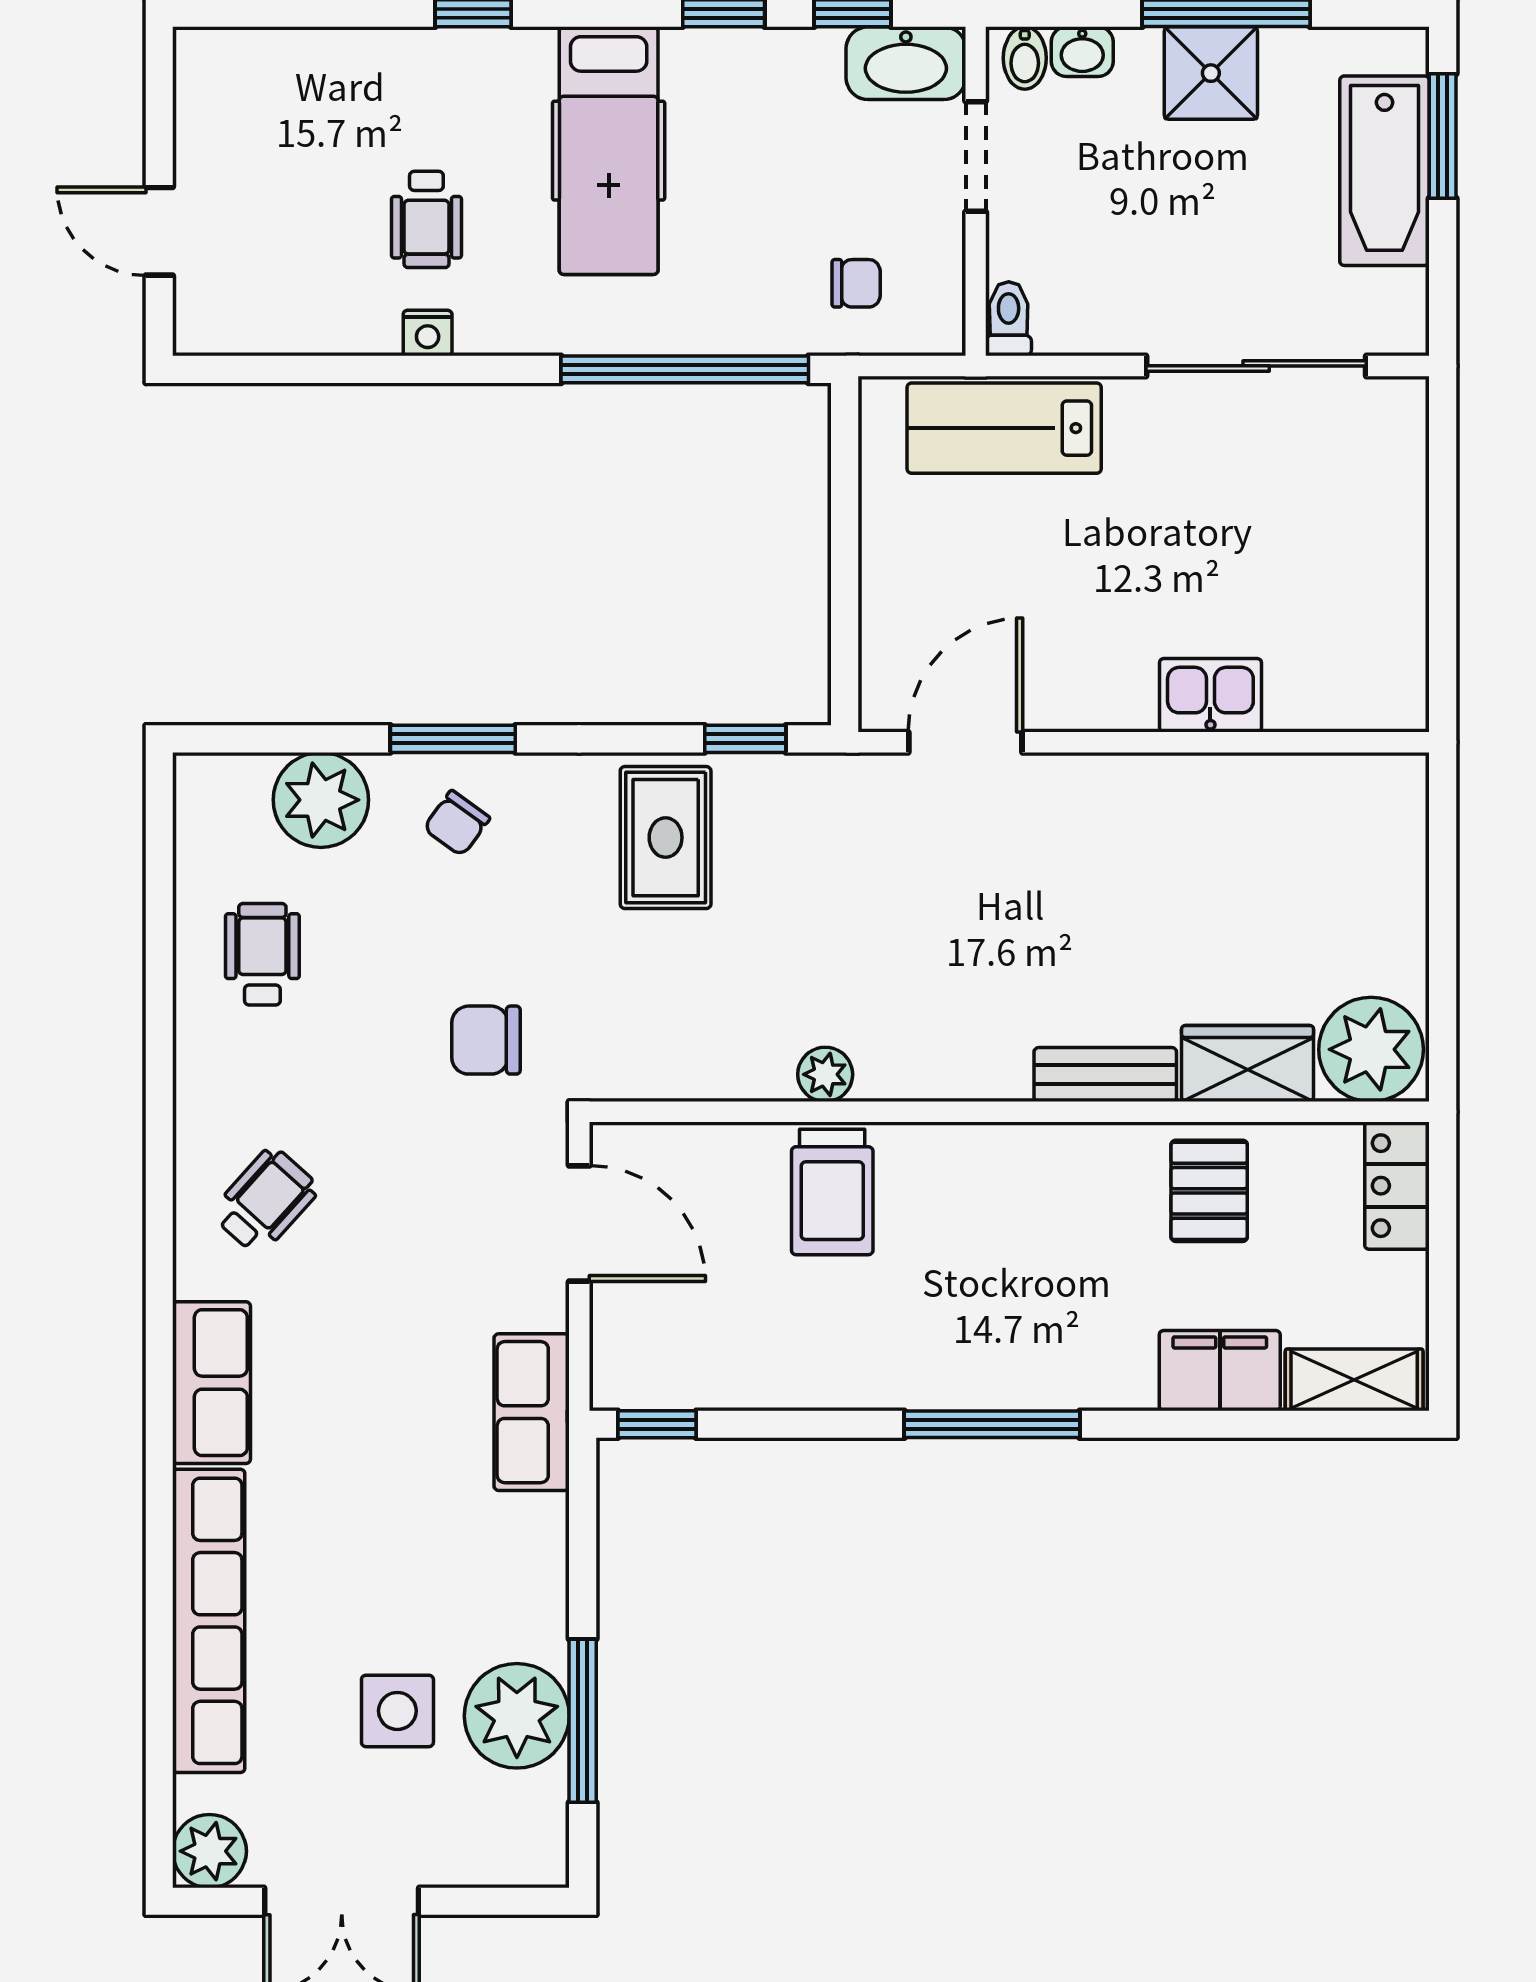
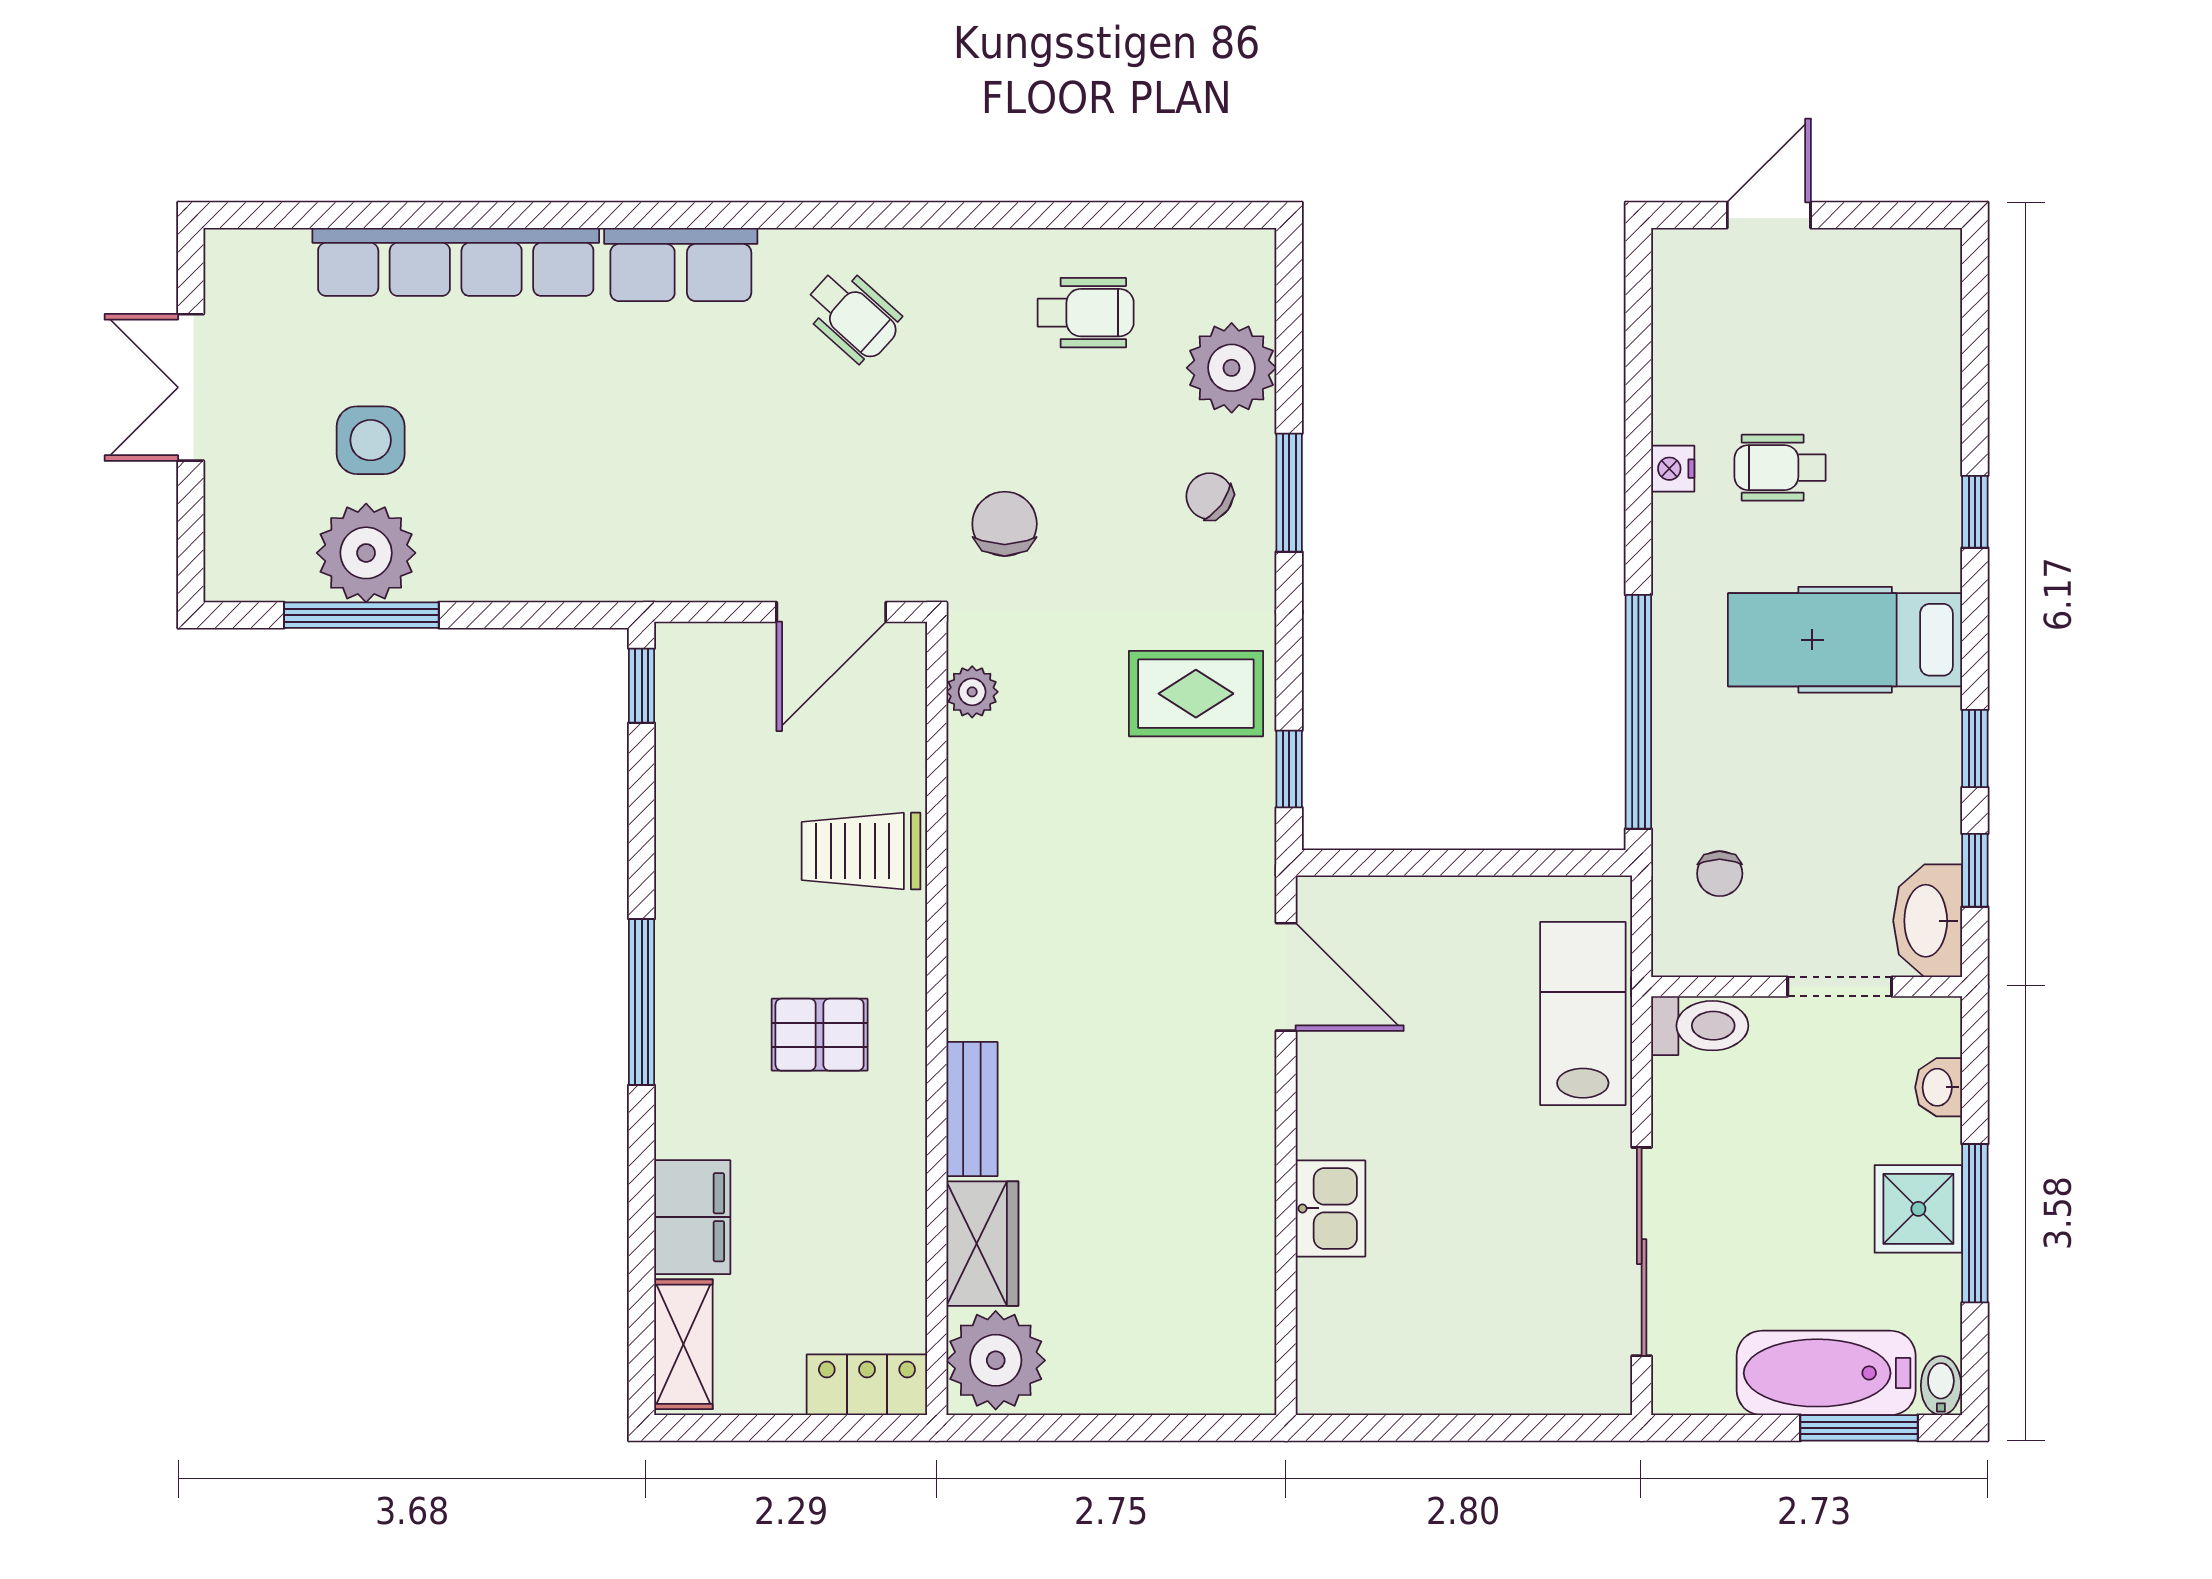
bidet: (1025, 58) -> (1941, 1386), moved, turned 90
toilet: (1009, 319) -> (1700, 1026), width x1.37, depth x1.39
plant: (825, 1074) -> (972, 692), moved
pallet: (1209, 1191) -> (820, 1035), moved
row of seats: (532, 1412) -> (653, 567), removed
plant: (209, 1851) -> (238, 263), removed

